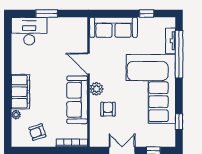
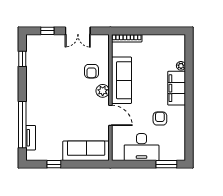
window: (47, 14) -> (166, 164), moved
desk: (29, 31) -> (142, 147), moved
corner sofa: (151, 89) -> (50, 91), removed
armchair: (37, 132) -> (160, 119), moved, turned -72

